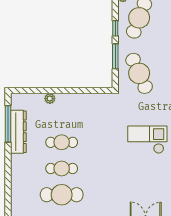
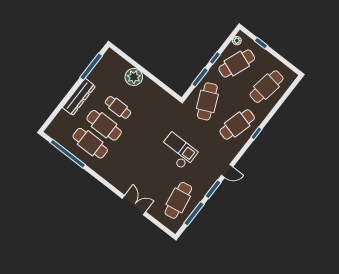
plant: (50, 99) -> (134, 77), width x1.88, depth x1.88
dresser: (18, 132) -> (79, 97), moved
cafe table: (62, 168) -> (104, 125), width x1.37, depth x1.35

